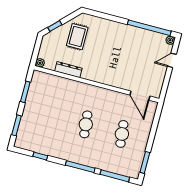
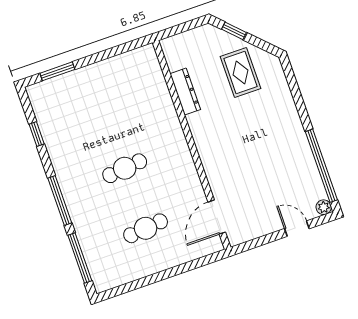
rug: (77, 37) -> (240, 72), turned 90
plant: (40, 63) -> (168, 45), removed
window: (25, 92) -> (113, 52), removed
window: (145, 162) -> (127, 288), removed

